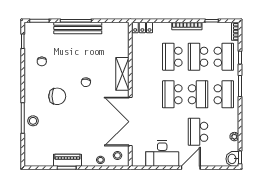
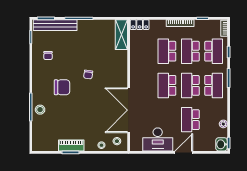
bench: (78, 28) -> (55, 25), moved
shelving: (122, 74) -> (121, 35), moved
school desk: (198, 94) -> (190, 85), turned 180

